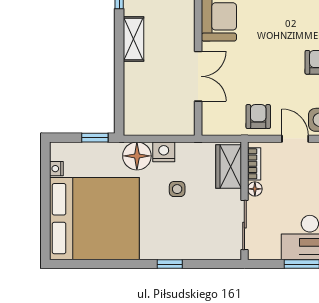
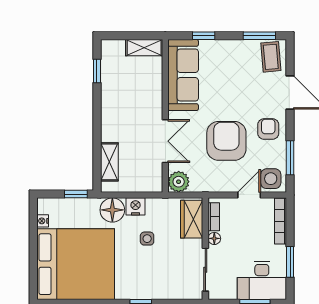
shelving: (133, 39) -> (109, 162), moved
armchair: (258, 117) -> (226, 141), moved, width x1.88, depth x1.88
plant: (214, 123) -> (179, 182), added
door: (295, 139) -> (249, 195), hinge flipped

